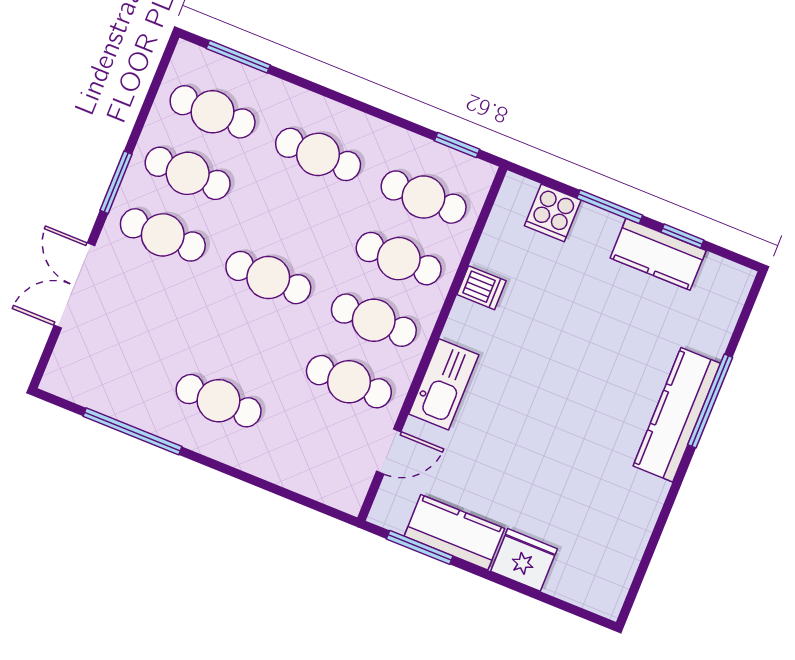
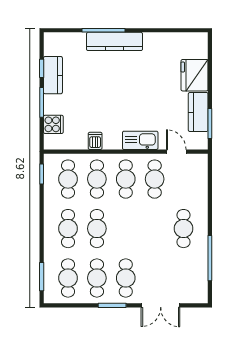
cafe table: (268, 278) -> (97, 229), moved
fridge: (524, 560) -> (195, 75), width x1.36, depth x1.34

